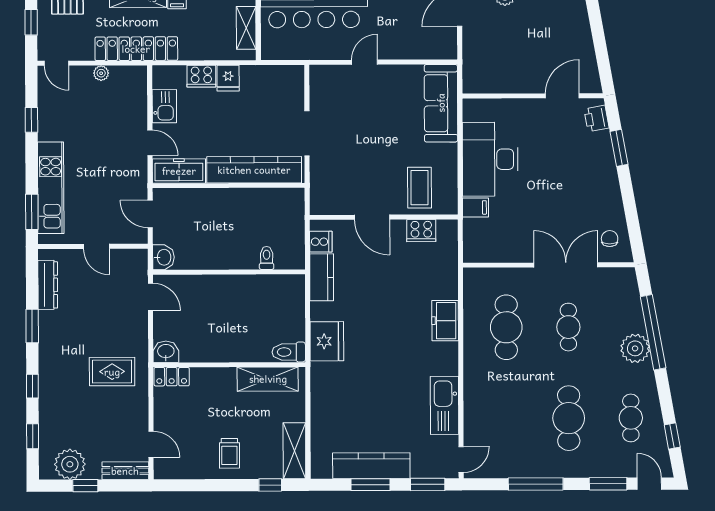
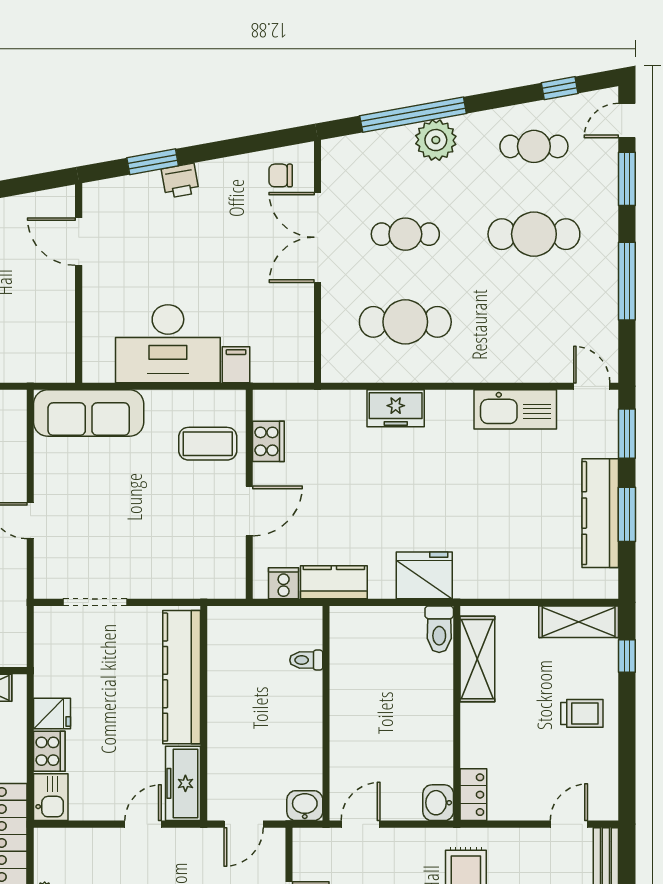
kitchen sink: (164, 106) -> (51, 797), moved, turned 90
printer: (597, 118) -> (180, 181), moved
doorway: (307, 133) -> (95, 602), moved

